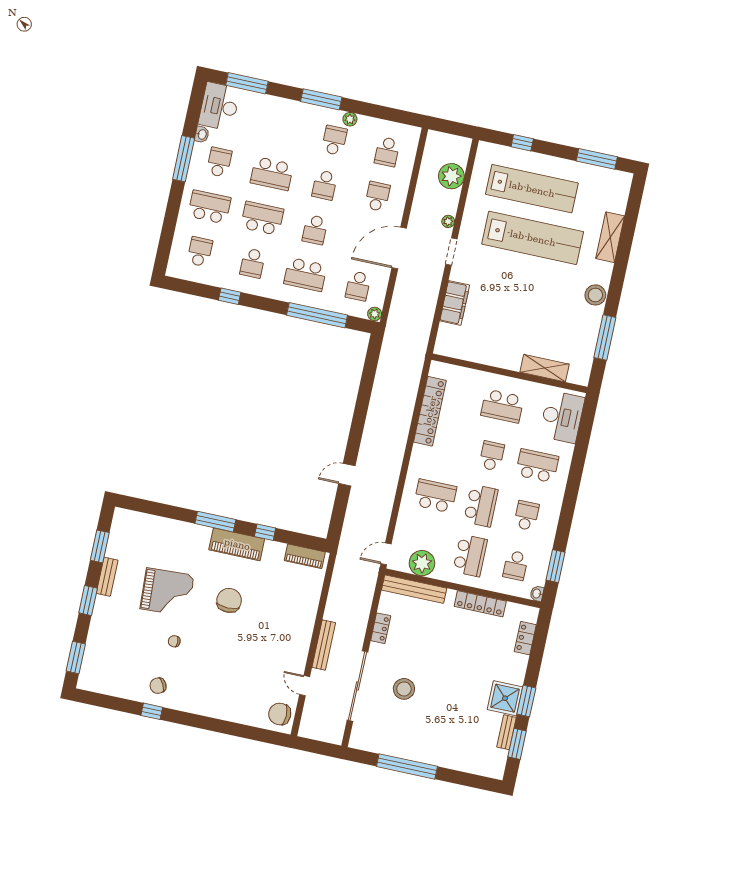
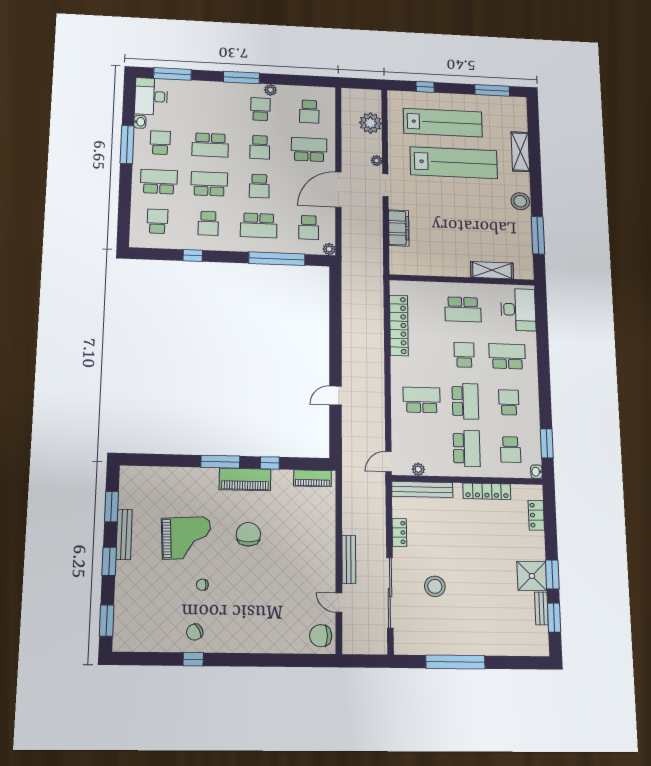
school desk: (377, 196) -> (309, 150), width x1.85
plant: (422, 563) -> (418, 469), width x0.53, depth x0.53
bench: (107, 577) -> (124, 535), width x1.36

